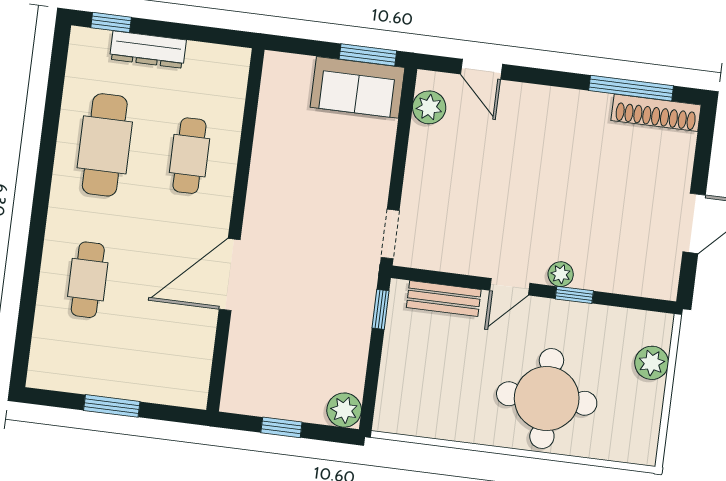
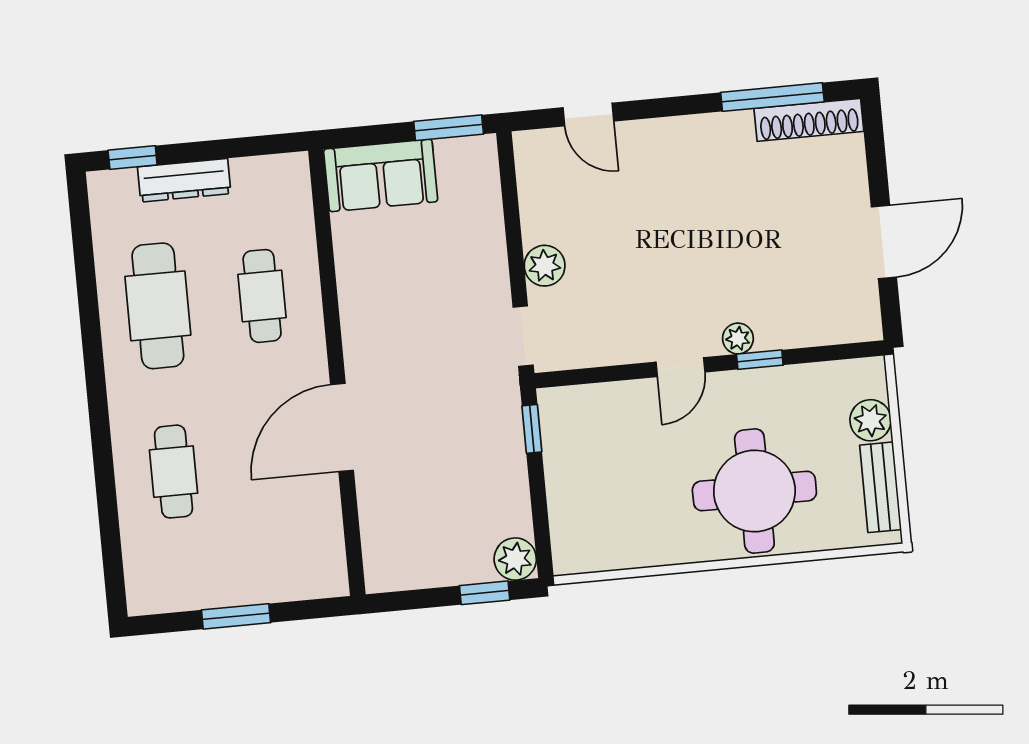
sofa: (357, 87) -> (381, 175), moved
plant: (429, 107) -> (545, 266), moved
bench: (444, 299) -> (881, 487), moved, turned 90
window: (281, 427) -> (485, 593), moved

